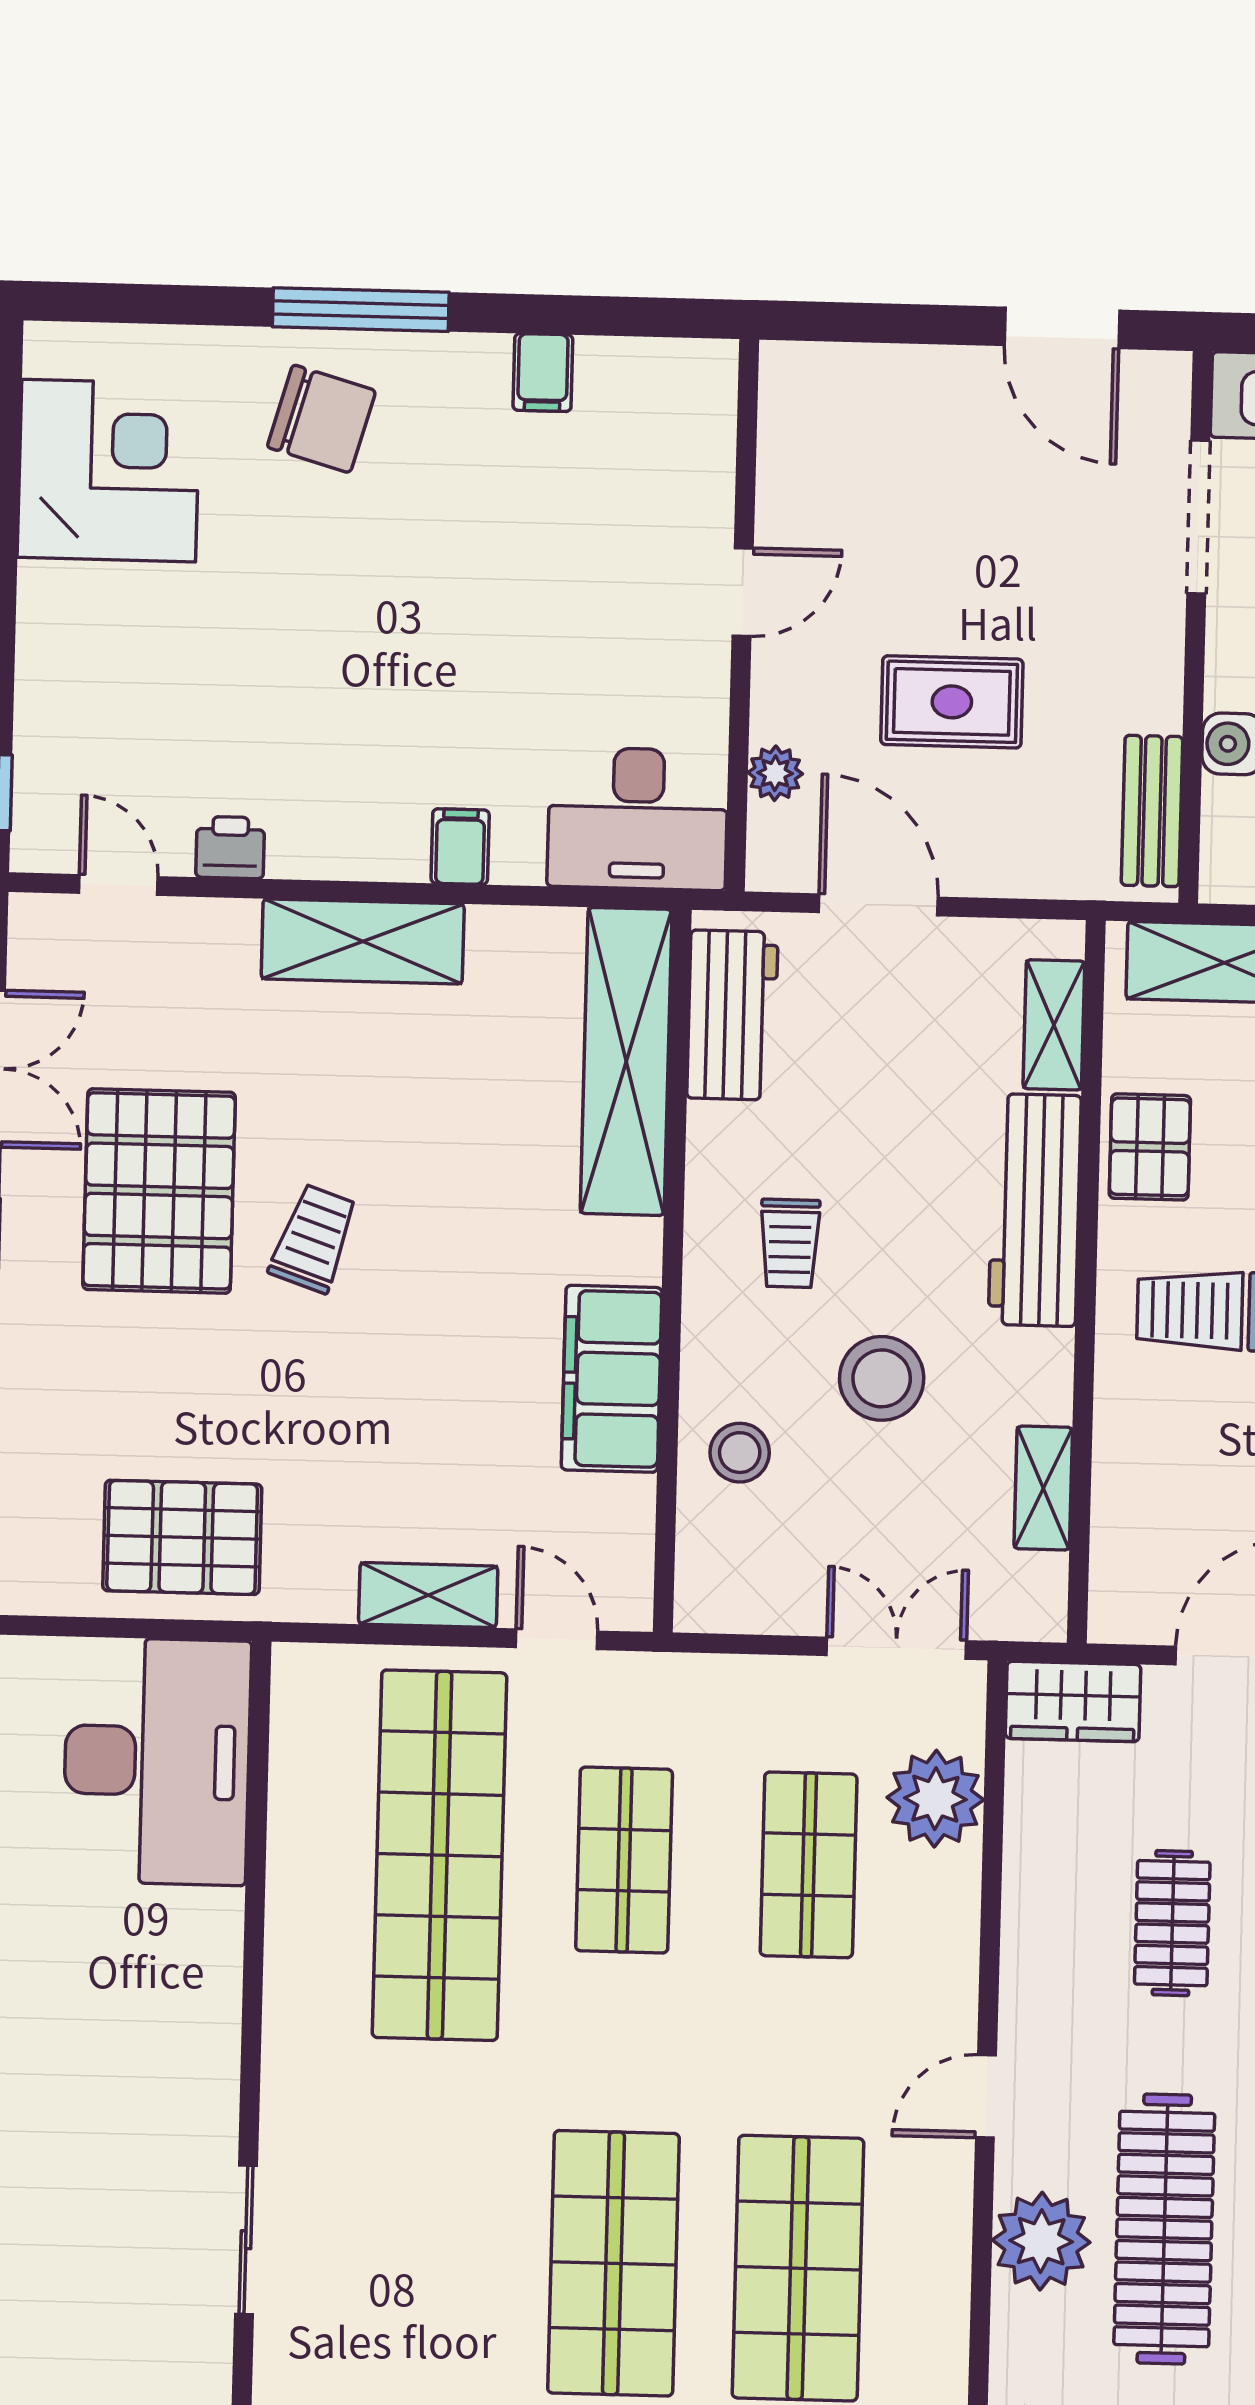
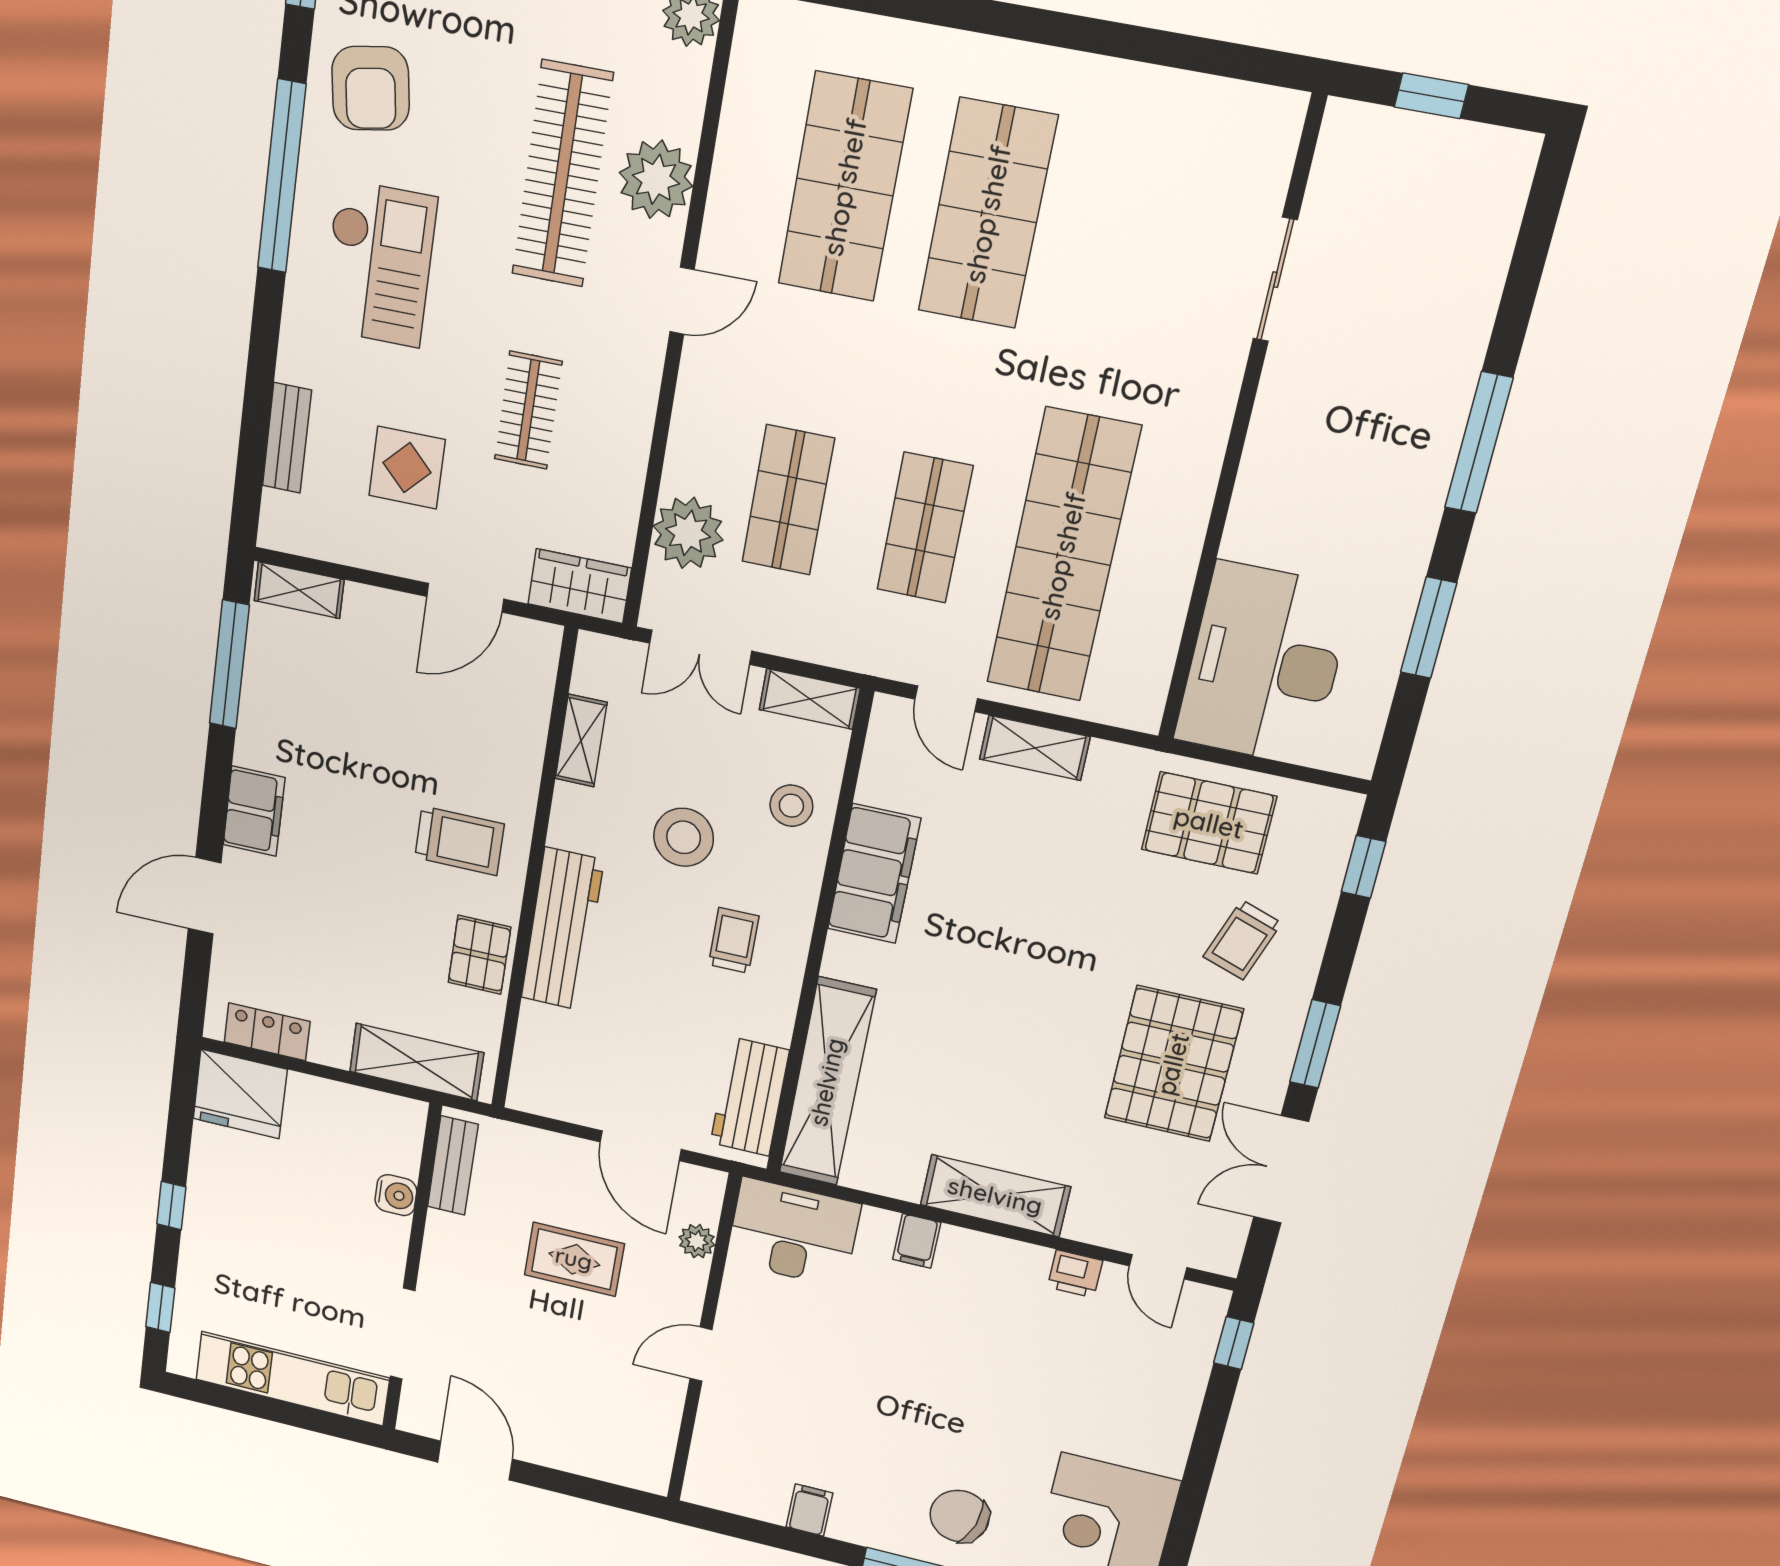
shelving: (1054, 1025) -> (810, 699), moved, turned 90
trolley: (314, 1239) -> (1242, 940), moved

